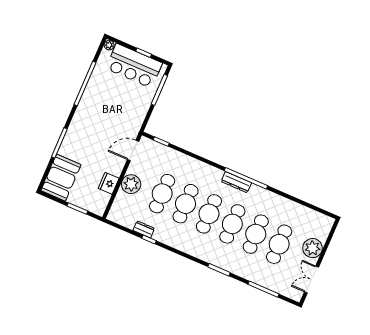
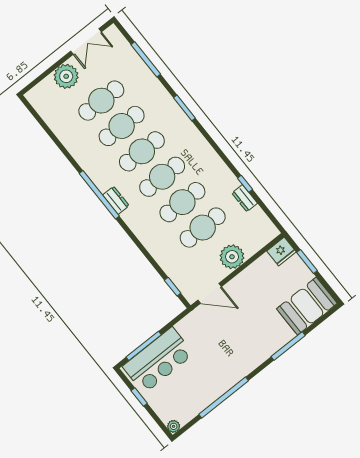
bar counter: (134, 66) -> (158, 360), moved, turned 90
dresser: (236, 182) -> (116, 200), width x0.70
fridge: (109, 183) -> (281, 251), moved

